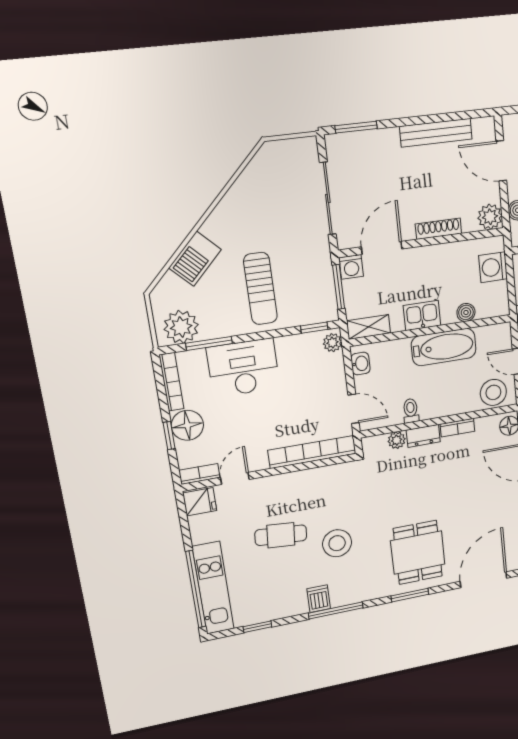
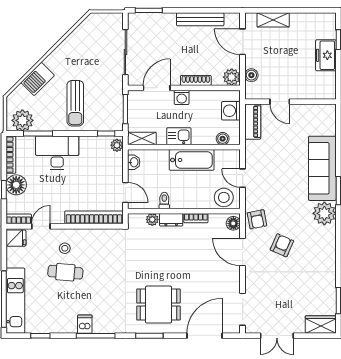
washing machine: (351, 267) -> (182, 97), moved
boiler: (466, 312) -> (223, 139), moved
stool: (337, 543) -> (65, 248), moved, width x0.53, depth x0.53
dining table: (418, 552) -> (158, 305), turned 90

